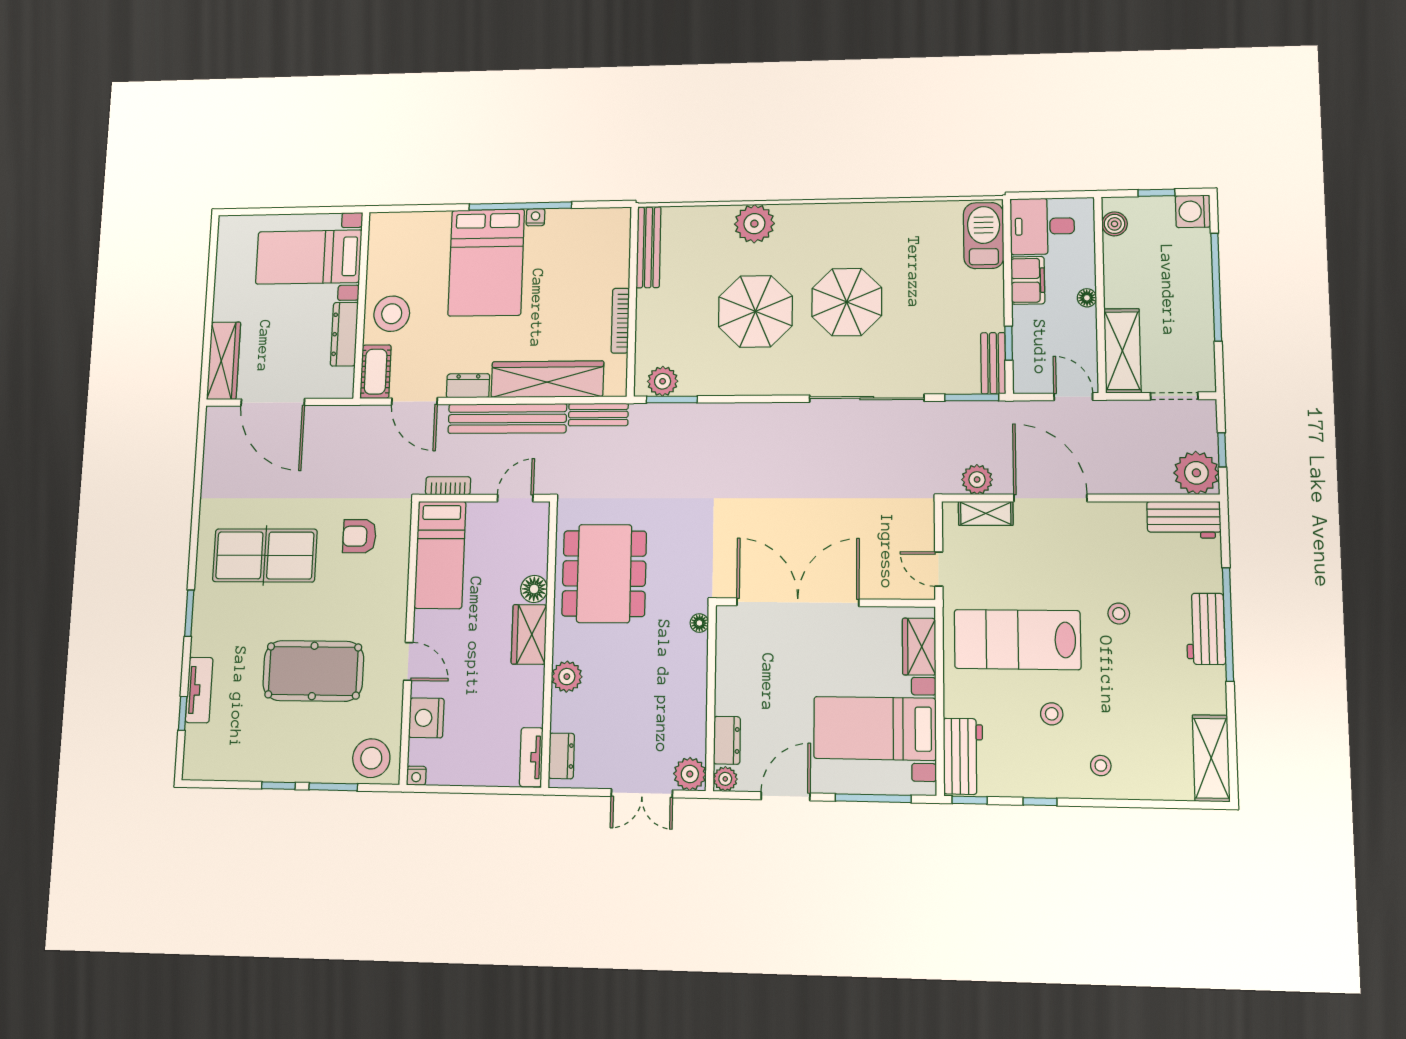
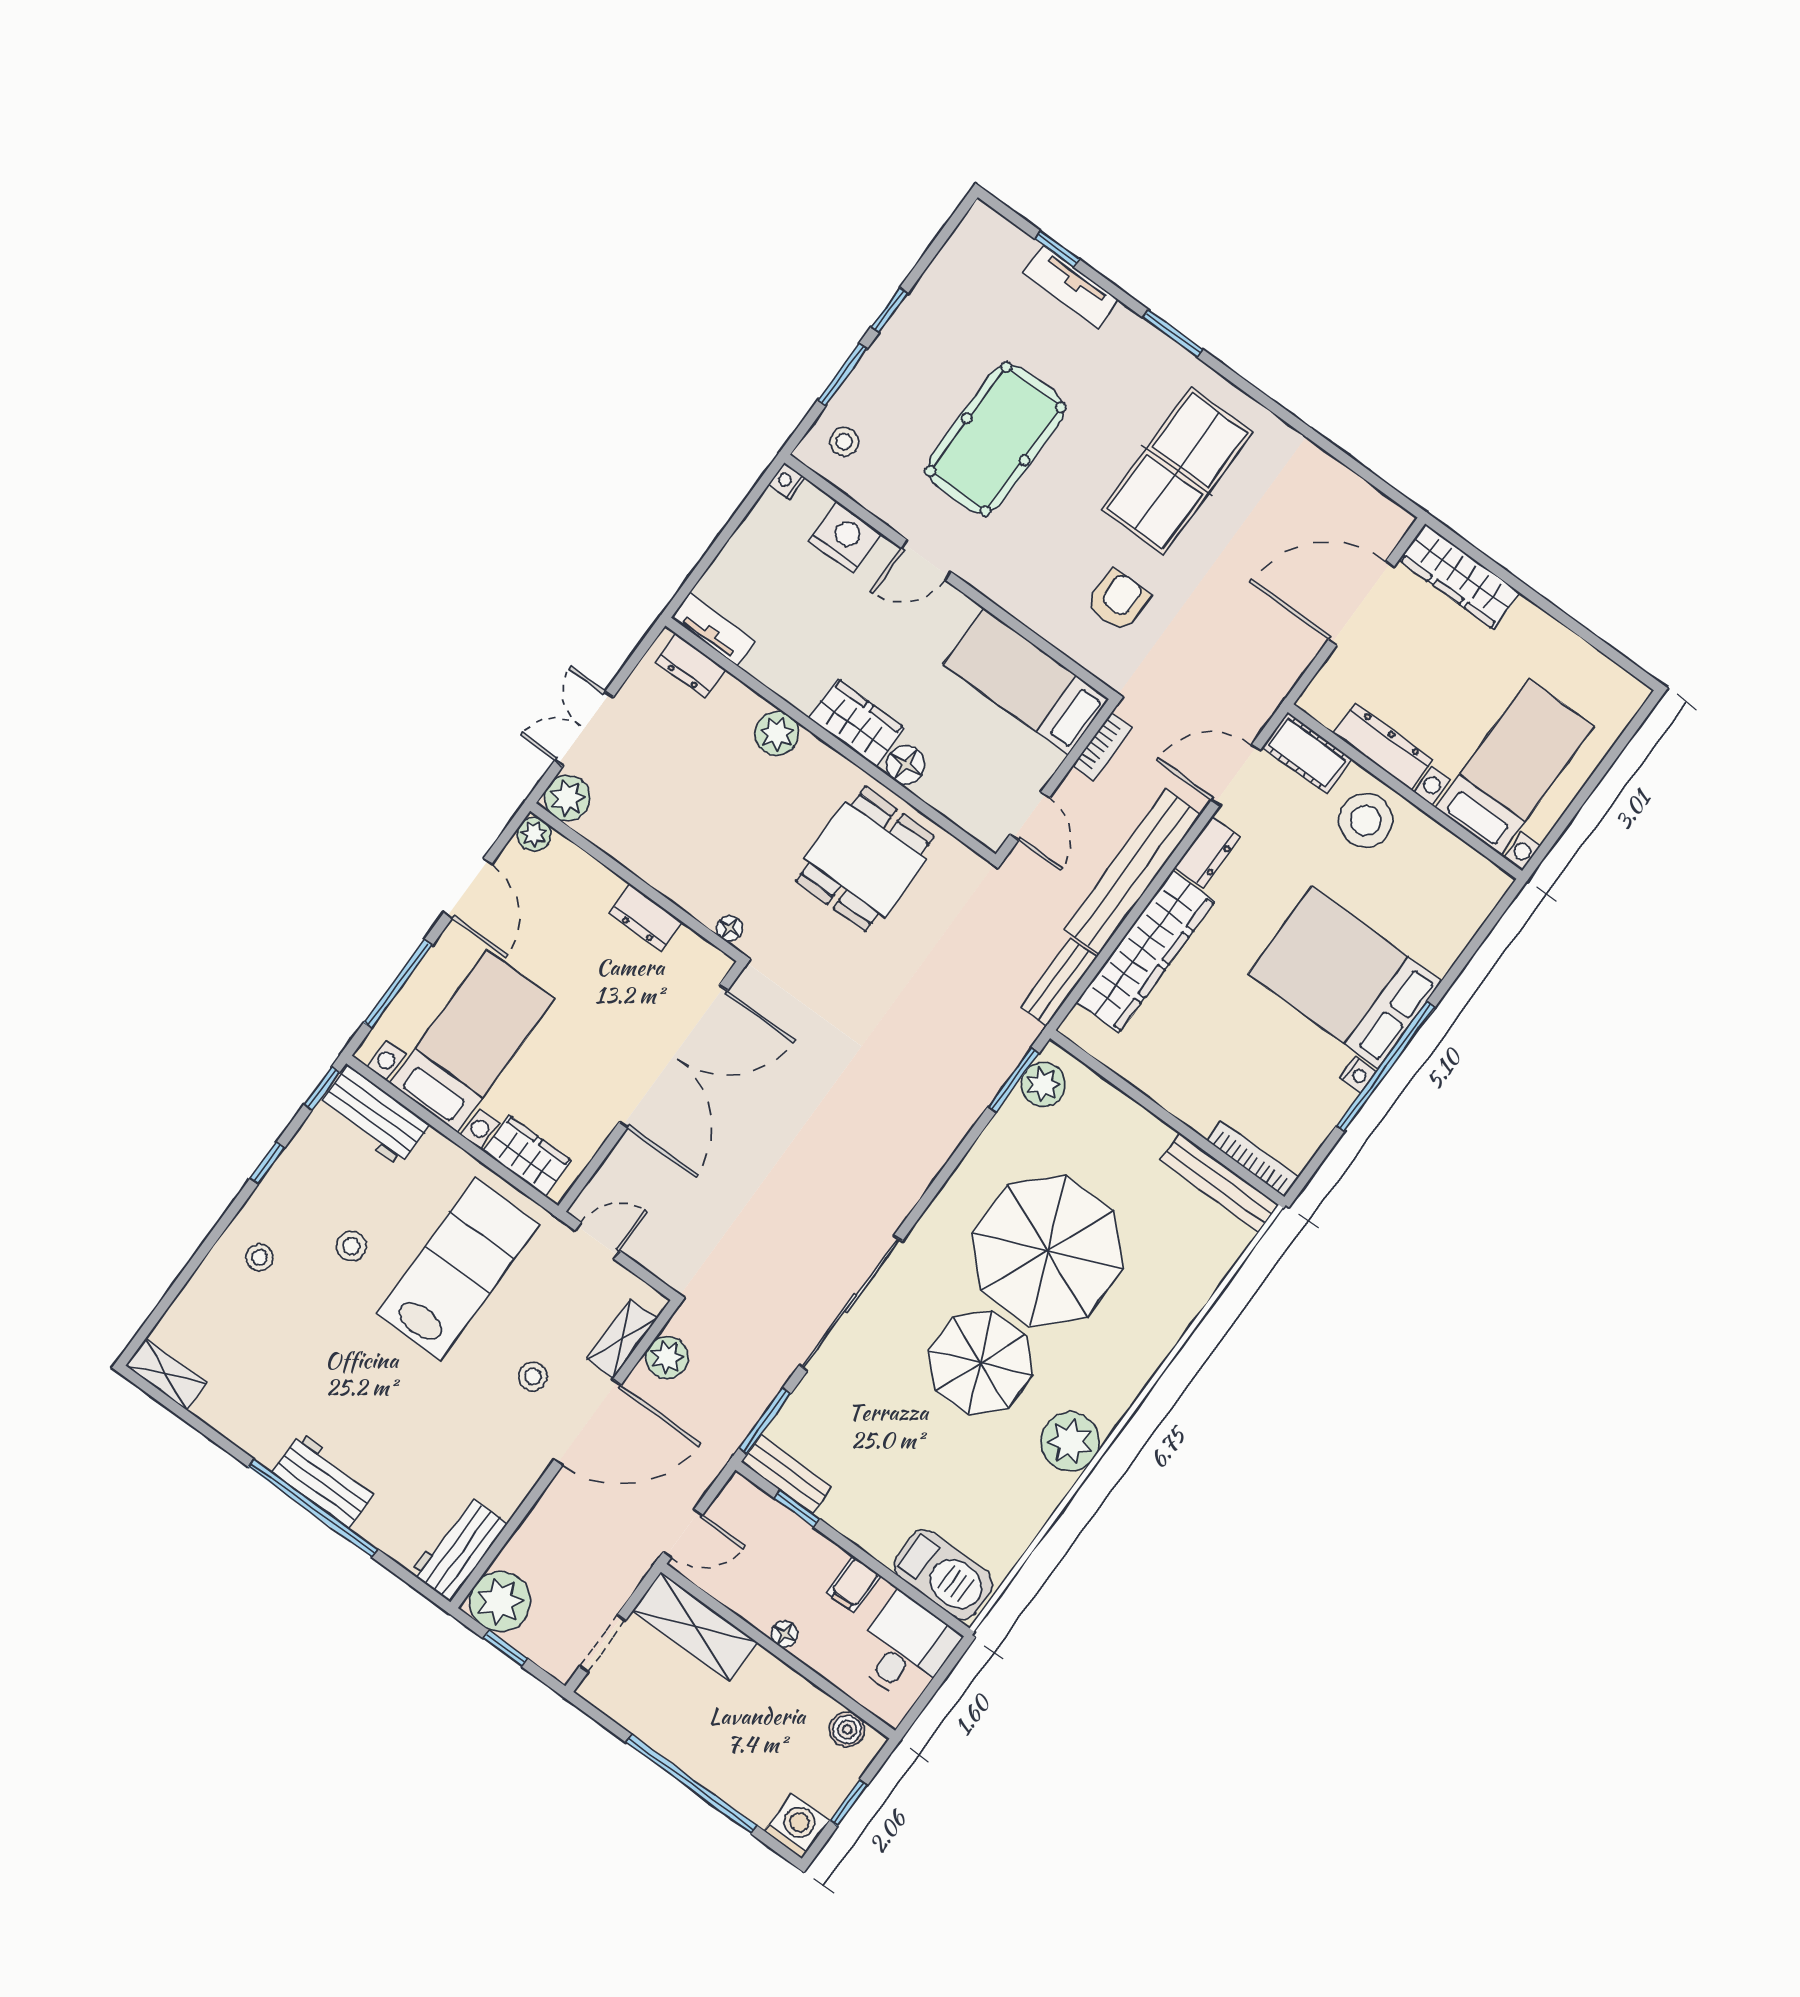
plant: (754, 224) -> (1070, 1442), moved
filing cabinet: (1028, 280) -> (854, 1584), width x0.50
parasol: (755, 311) -> (1048, 1251), width x1.36, depth x1.36
bookcase: (620, 321) -> (1253, 1159), moved
dining table: (604, 574) -> (865, 859), width x0.73
stool: (1119, 614) -> (533, 1376), moved
dresser: (727, 740) -> (646, 918), moved
stool: (371, 758) -> (844, 442), width x0.53, depth x0.53
shelving: (1211, 758) -> (166, 1374), width x0.67, depth x0.75

